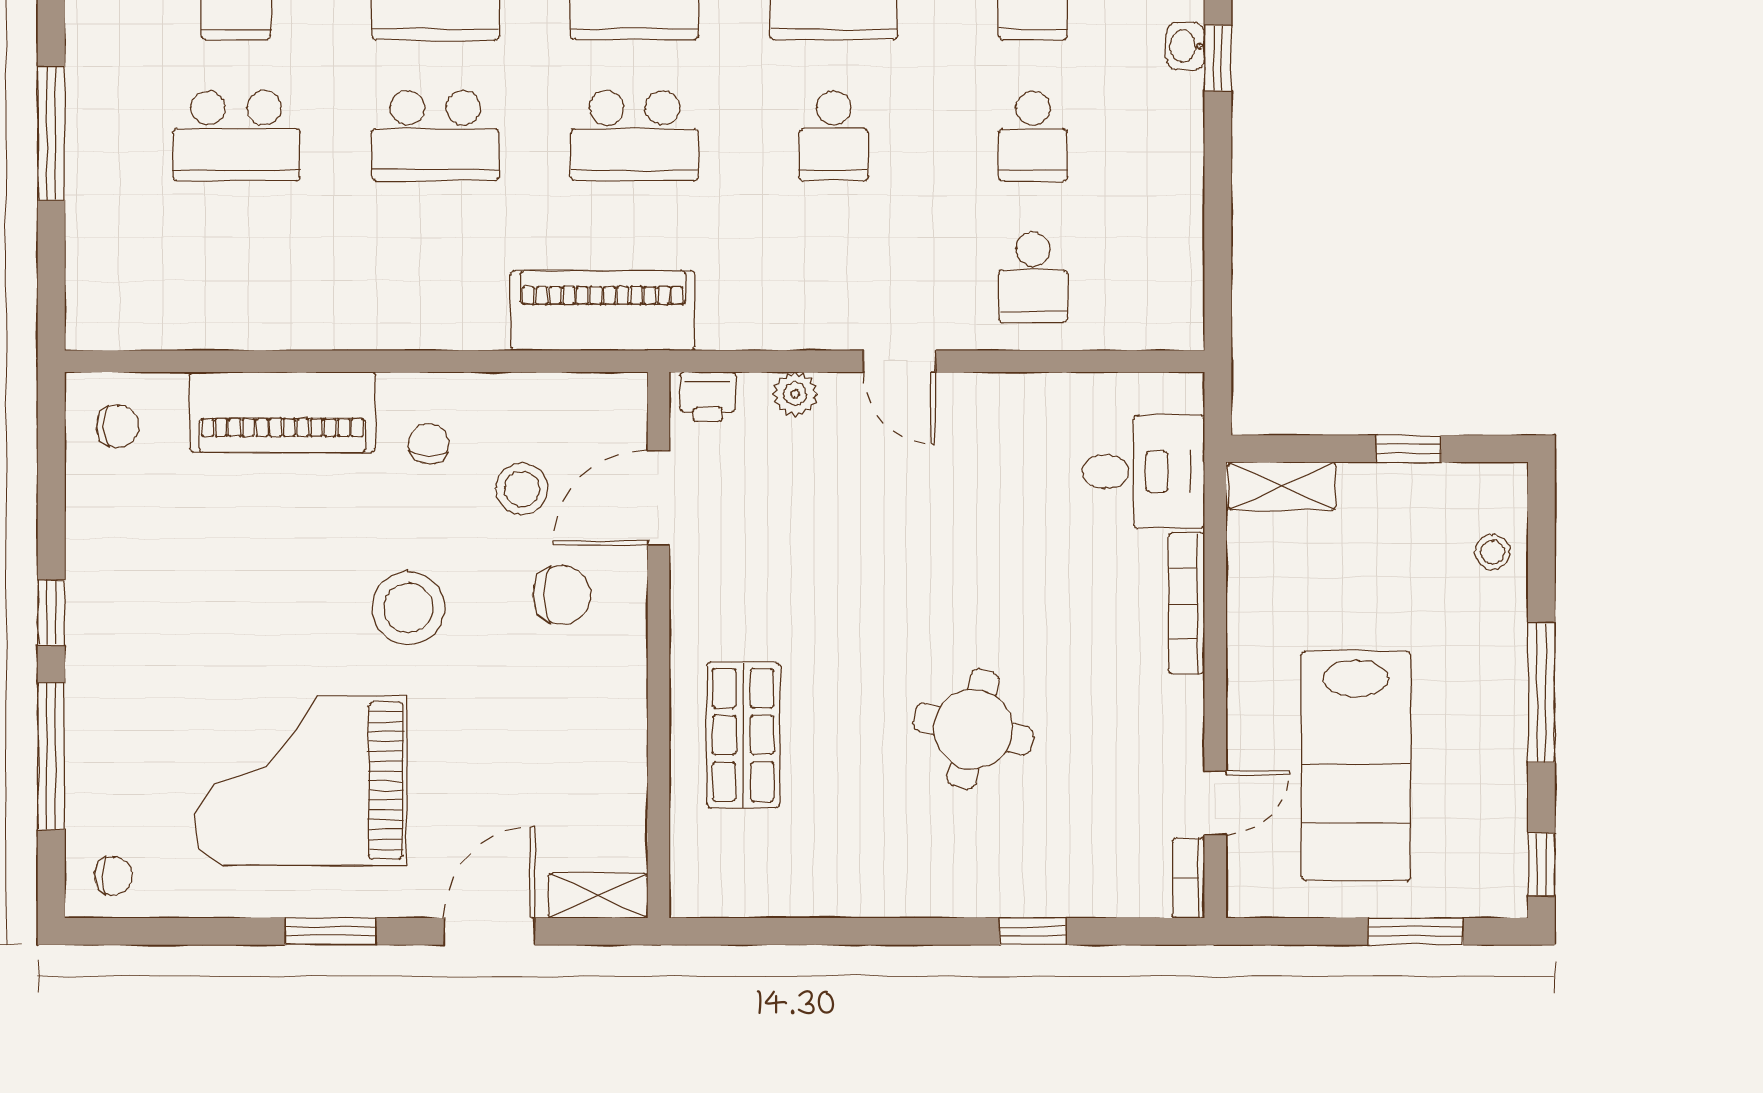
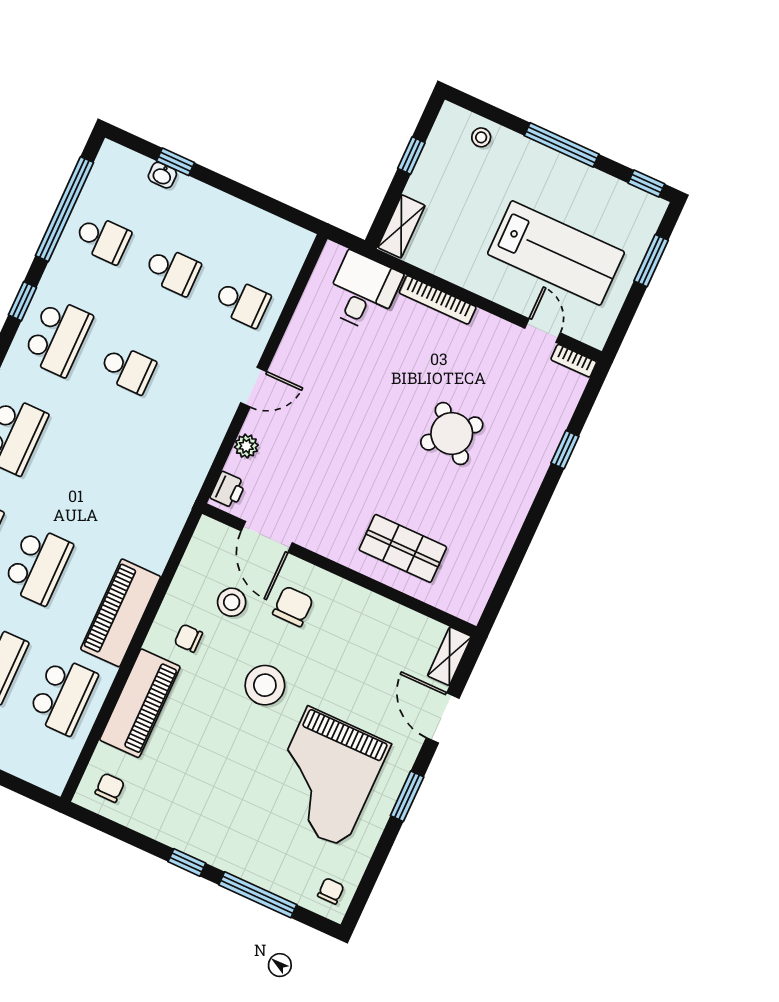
school desk: (635, 136) -> (63, 696), moved
piano: (603, 311) -> (121, 613), moved
round table: (973, 729) -> (452, 434), turned 32

